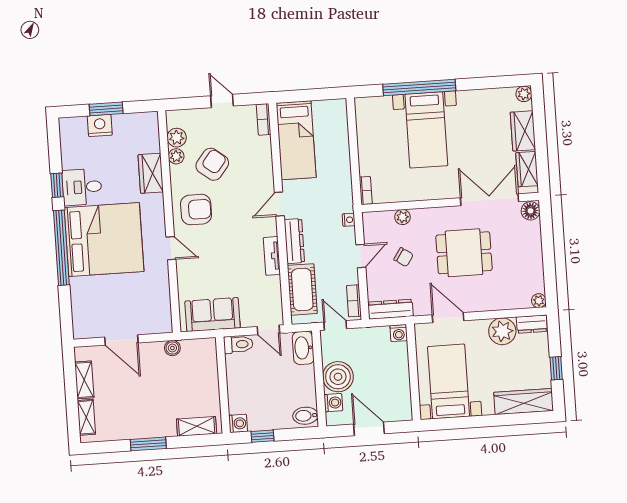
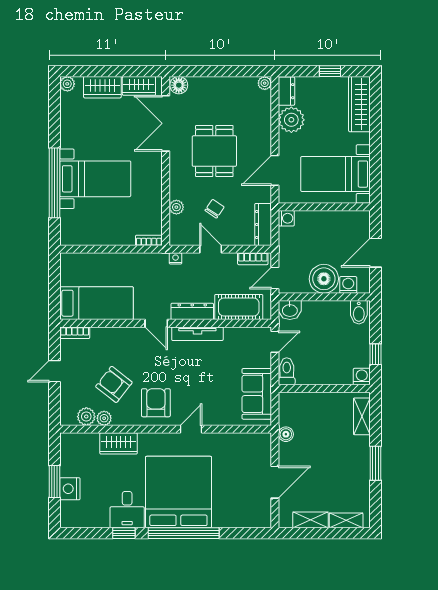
tv unit: (272, 256) -> (197, 334), width x1.41
washbasin: (303, 348) -> (290, 310), width x0.72

